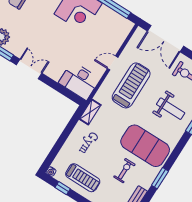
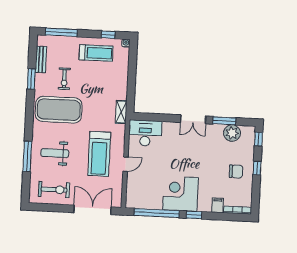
treadmill: (83, 178) -> (96, 53), turned 180
window: (160, 178) -> (31, 79), moved

